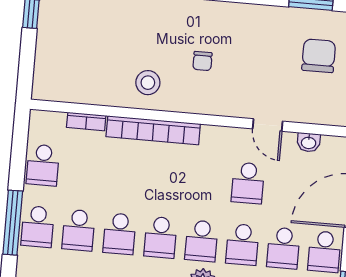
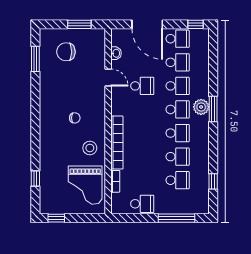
grand piano: (84, 69) -> (85, 185), added
door: (268, 125) -> (108, 77), hinge flipped
school desk: (38, 227) -> (178, 204), removed

